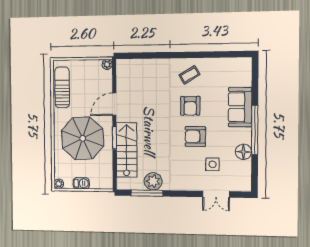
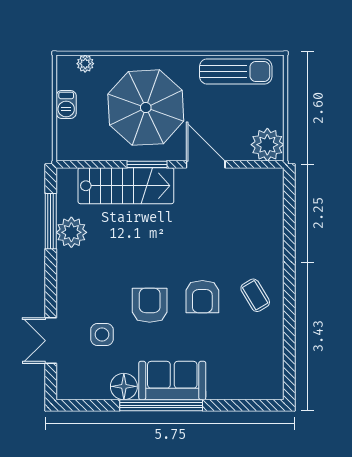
plant: (107, 64) -> (267, 145), width x1.88, depth x1.88
armchair: (190, 106) -> (202, 297), turned -90
sofa: (240, 107) -> (172, 381), moved
plant: (59, 184) -> (85, 64), moved

